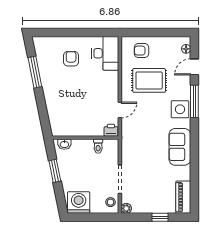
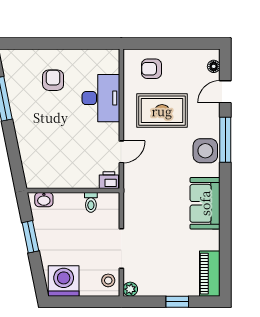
desk: (105, 53) -> (101, 98), moved

